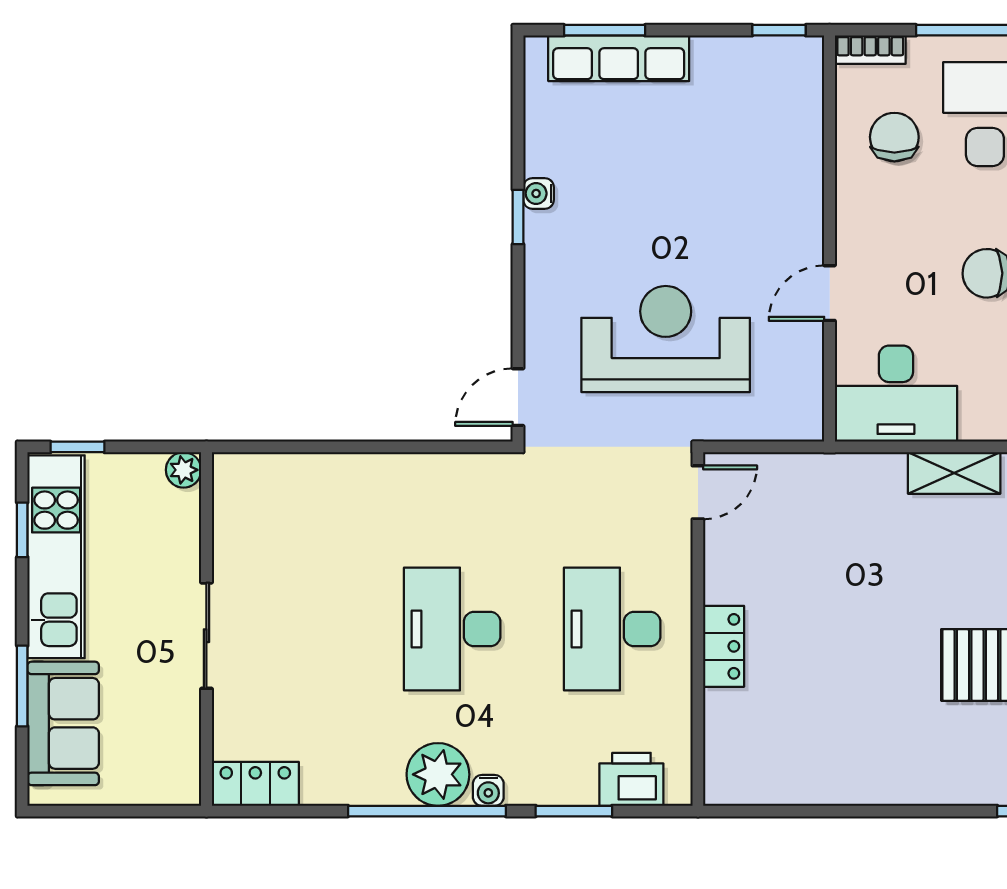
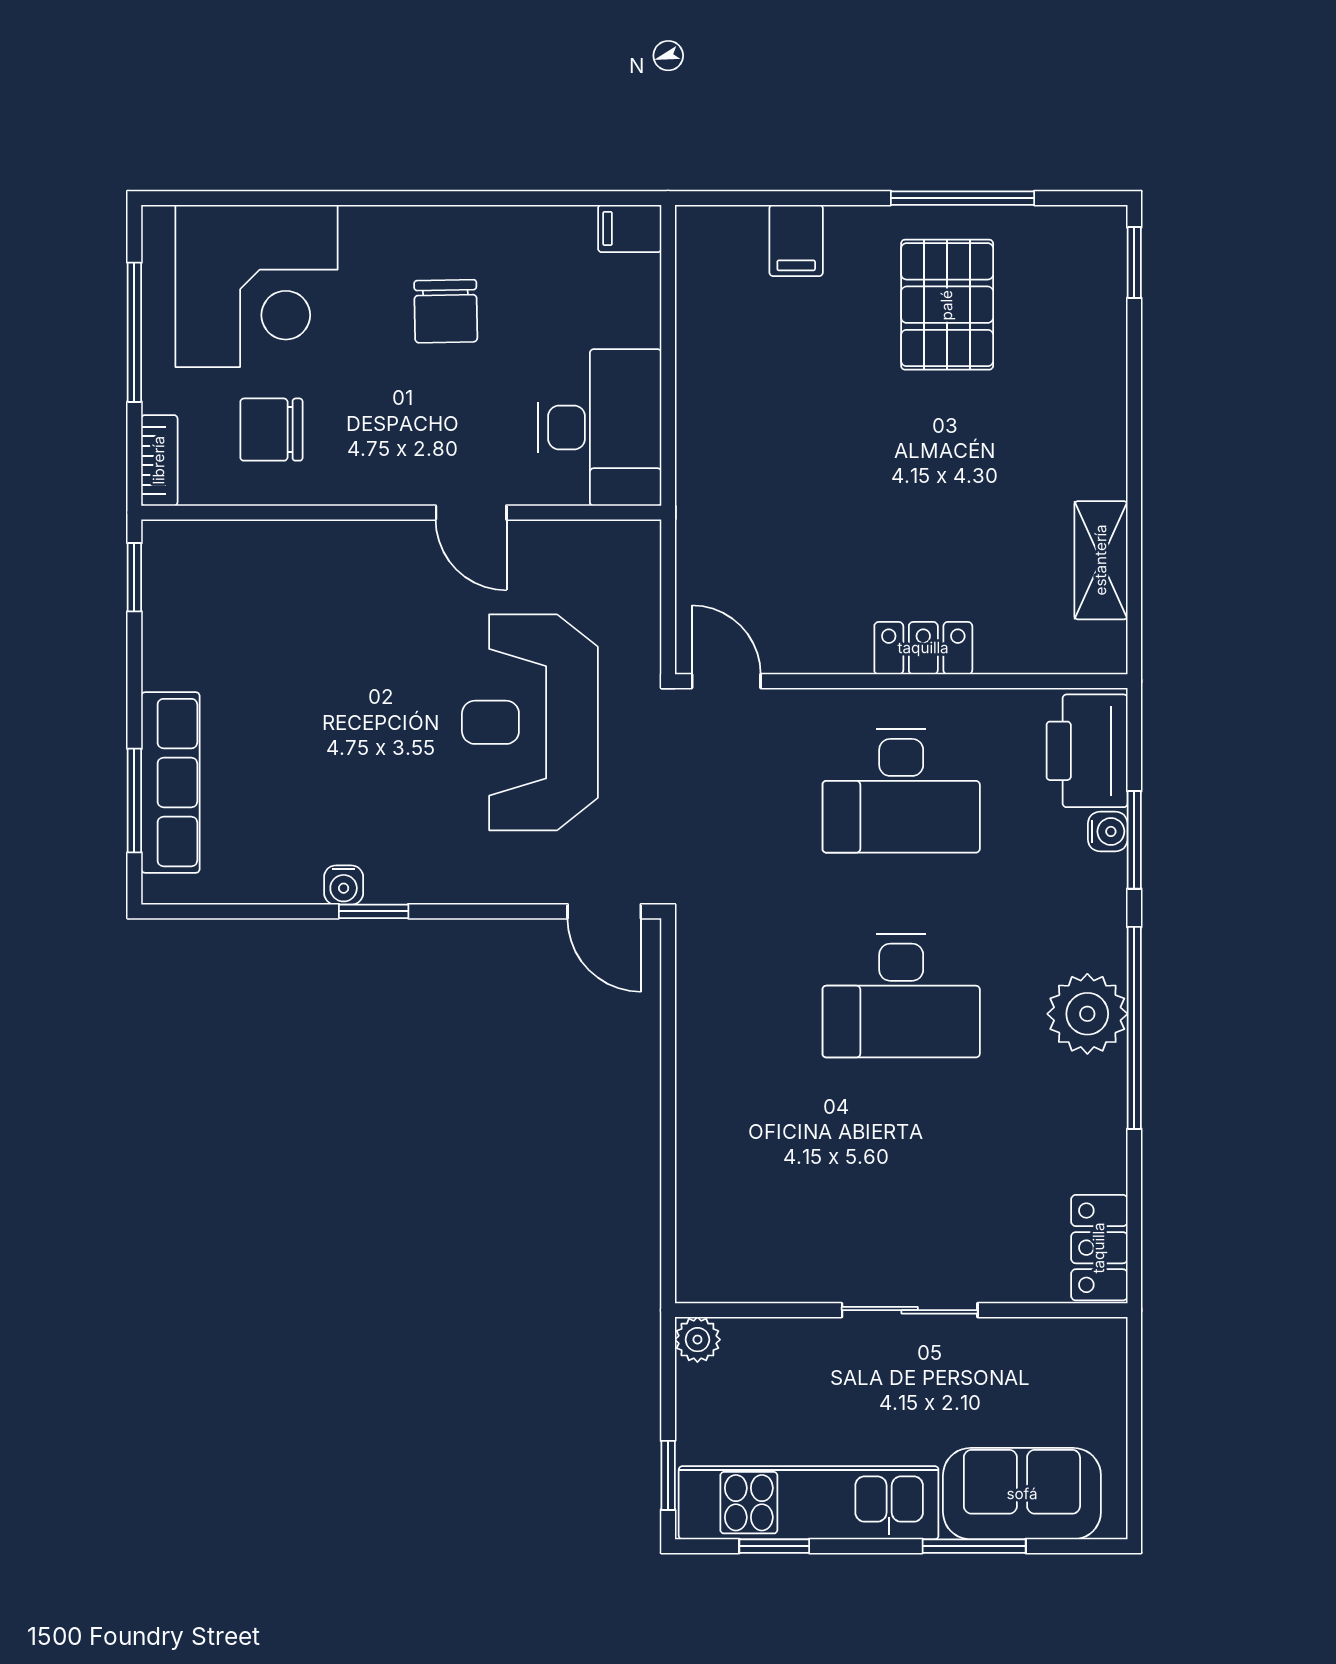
shelving: (954, 473) -> (1101, 560), moved
printer: (631, 779) -> (1087, 751), width x1.37, depth x1.19
water cooler: (488, 790) -> (1108, 831), moved

